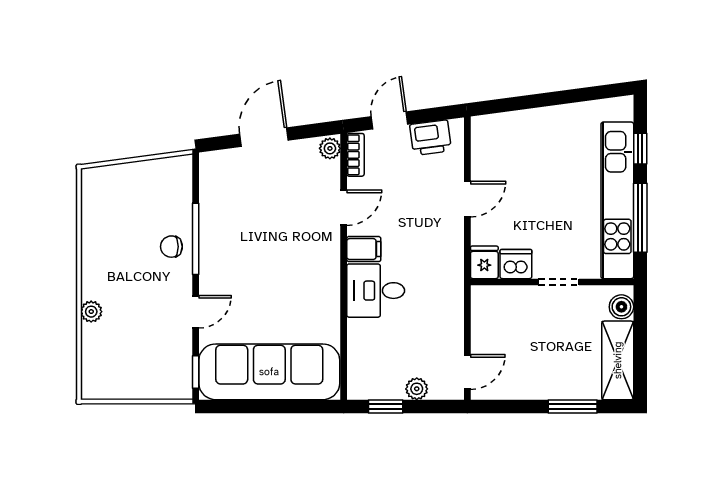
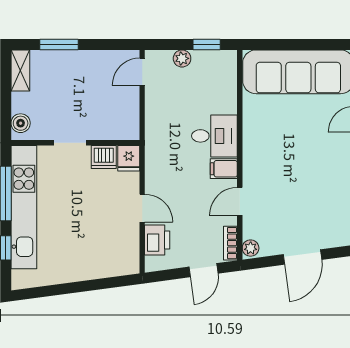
printer: (431, 138) -> (157, 240), moved, turned 98
door: (467, 199) -> (142, 208), swing flipped
shelving: (618, 360) -> (20, 71), width x0.67, depth x0.75

